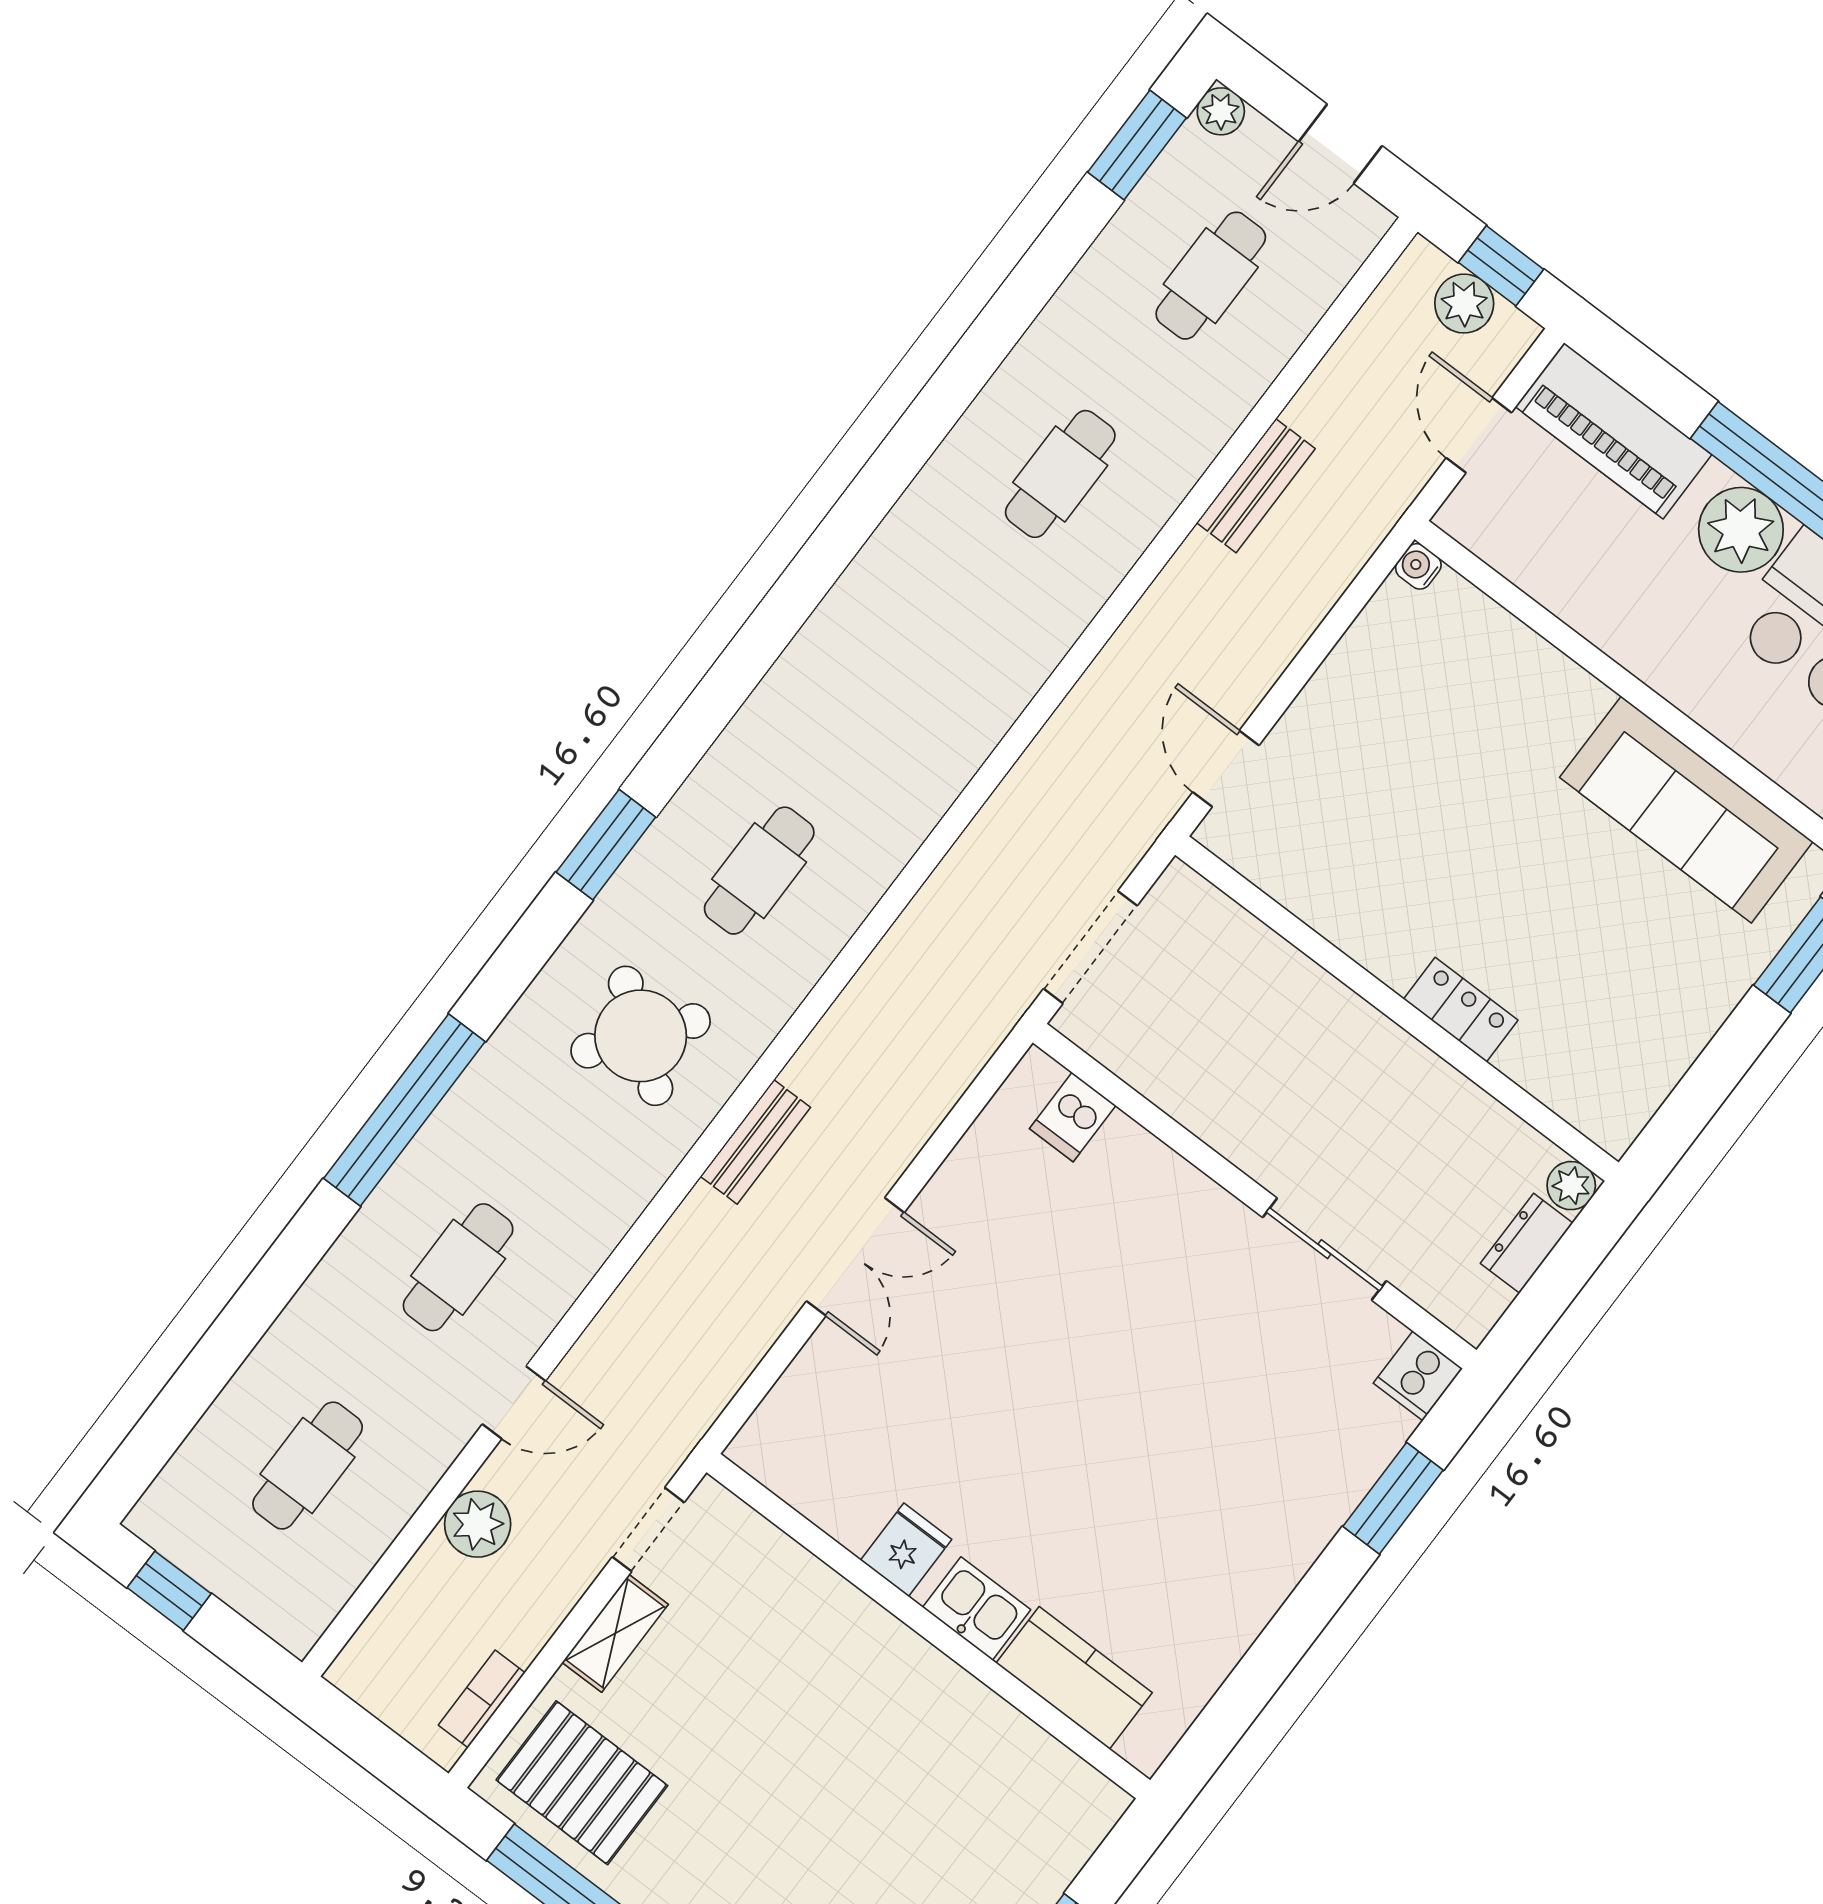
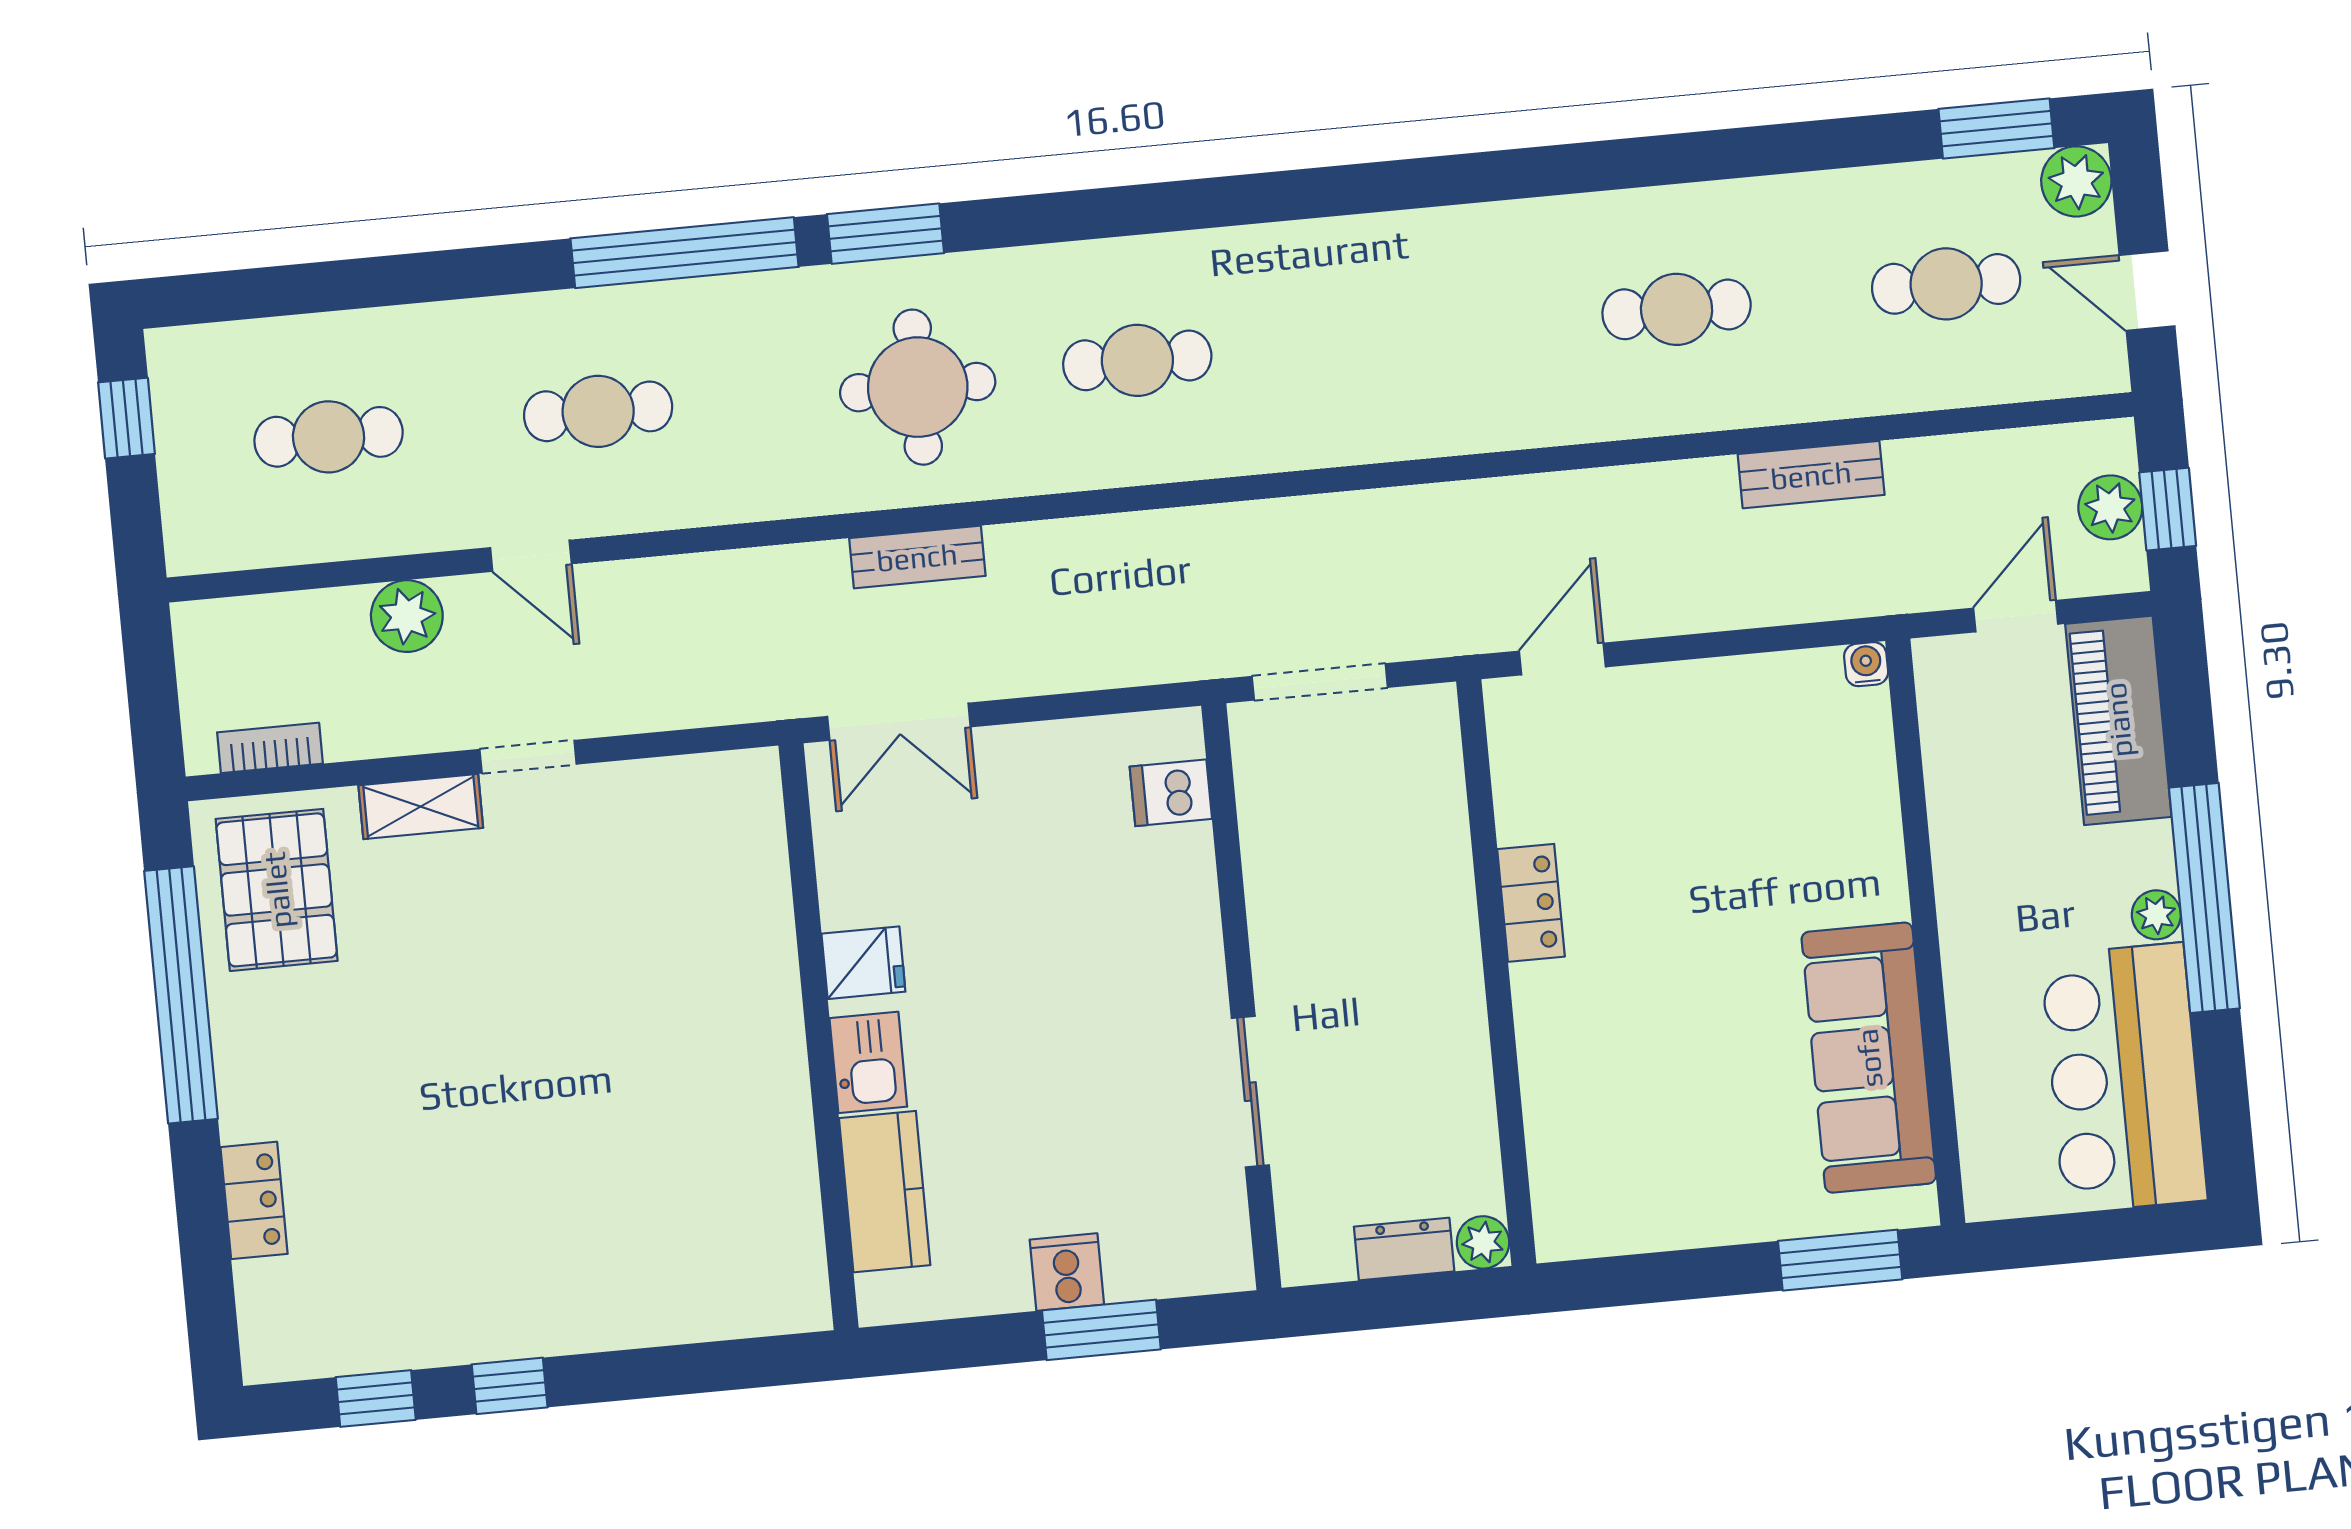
plant: (1221, 111) -> (2076, 181), width x1.38, depth x1.38
plant: (1741, 530) -> (2156, 915), width x0.53, depth x0.53
window: (606, 845) -> (885, 234), moved
locker: (1461, 1010) -> (1531, 903), moved
round table: (641, 1036) -> (918, 387), turned -37
cooker: (1418, 1376) -> (1067, 1272), moved, turned 90
fridge: (906, 1550) -> (863, 963), moved
kitchen sink: (977, 1609) -> (868, 1062), moved
wall: (928, 1626) -> (819, 1037), moved
kitchen counter: (1074, 1678) -> (885, 1192), moved

